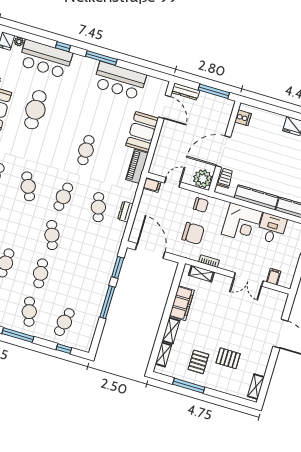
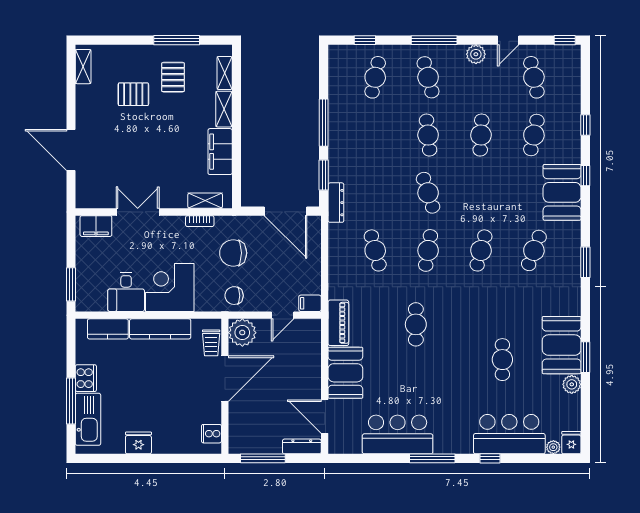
cafe table: (35, 110) -> (502, 360), width x0.73, depth x0.74
cafe table: (28, 186) -> (481, 250), turned 39
dresser: (125, 212) -> (336, 203), moved, width x1.44
filing cabinet: (274, 277) -> (96, 226), width x2.00

